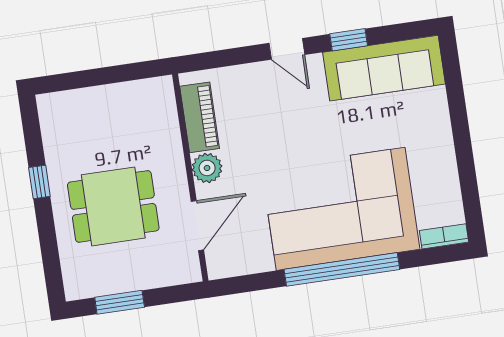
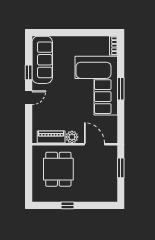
dining table: (113, 206) -> (58, 169), moved
window: (342, 269) -> (121, 89), width x0.47
window: (120, 302) -> (121, 168), moved

